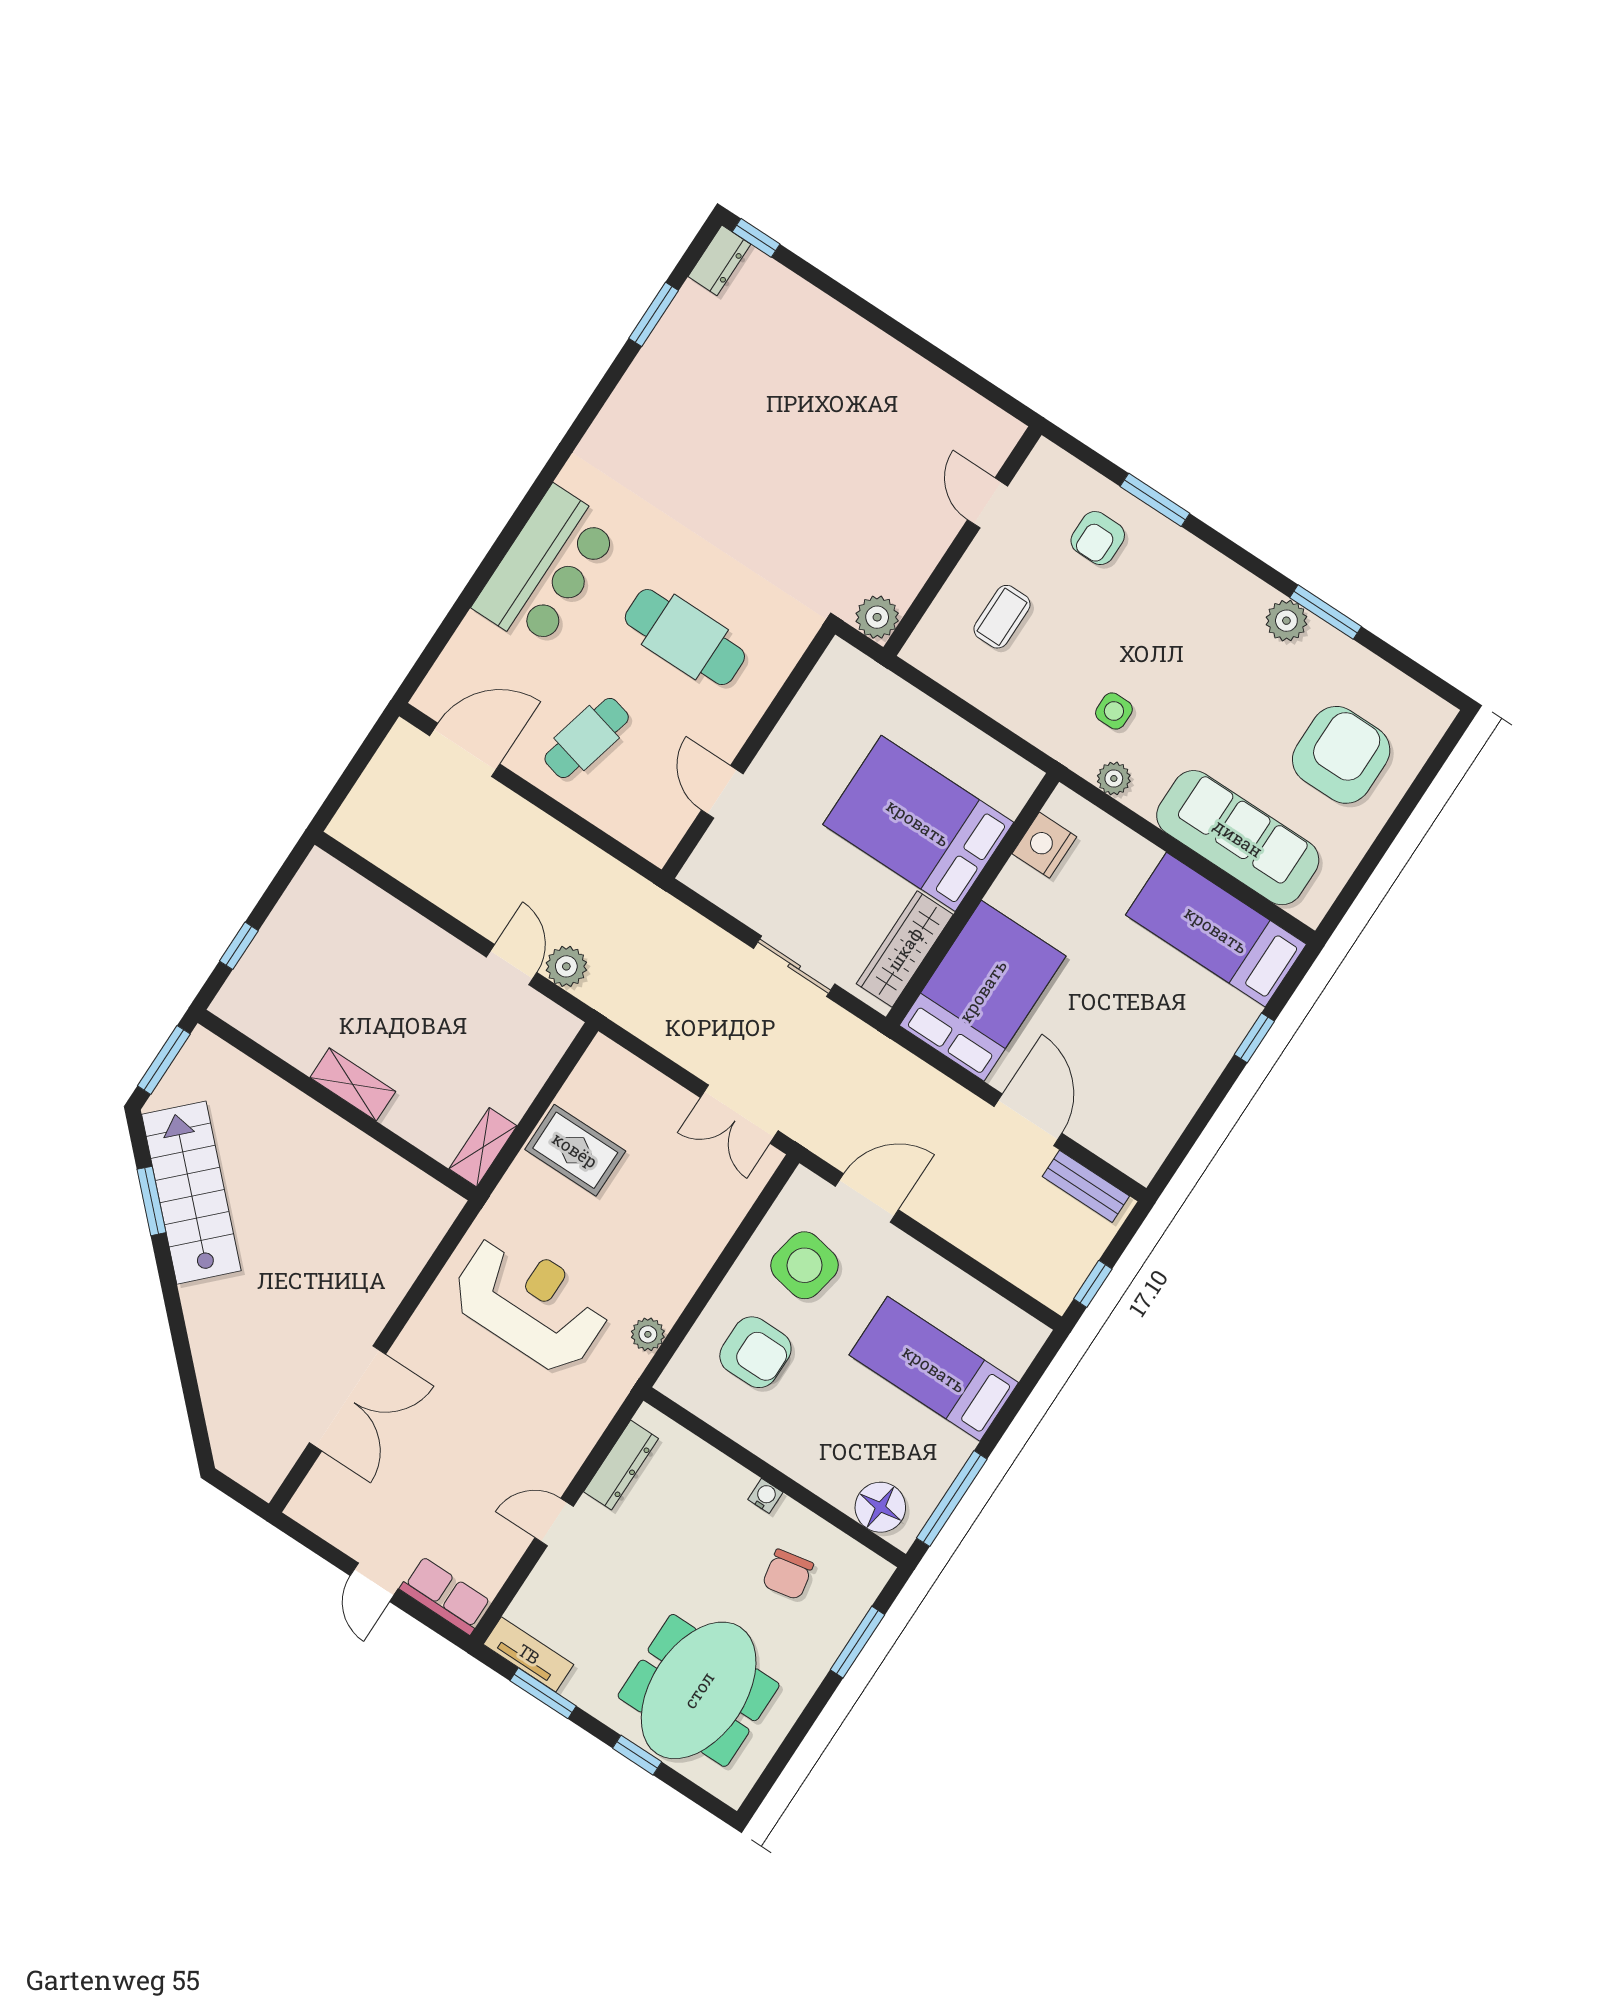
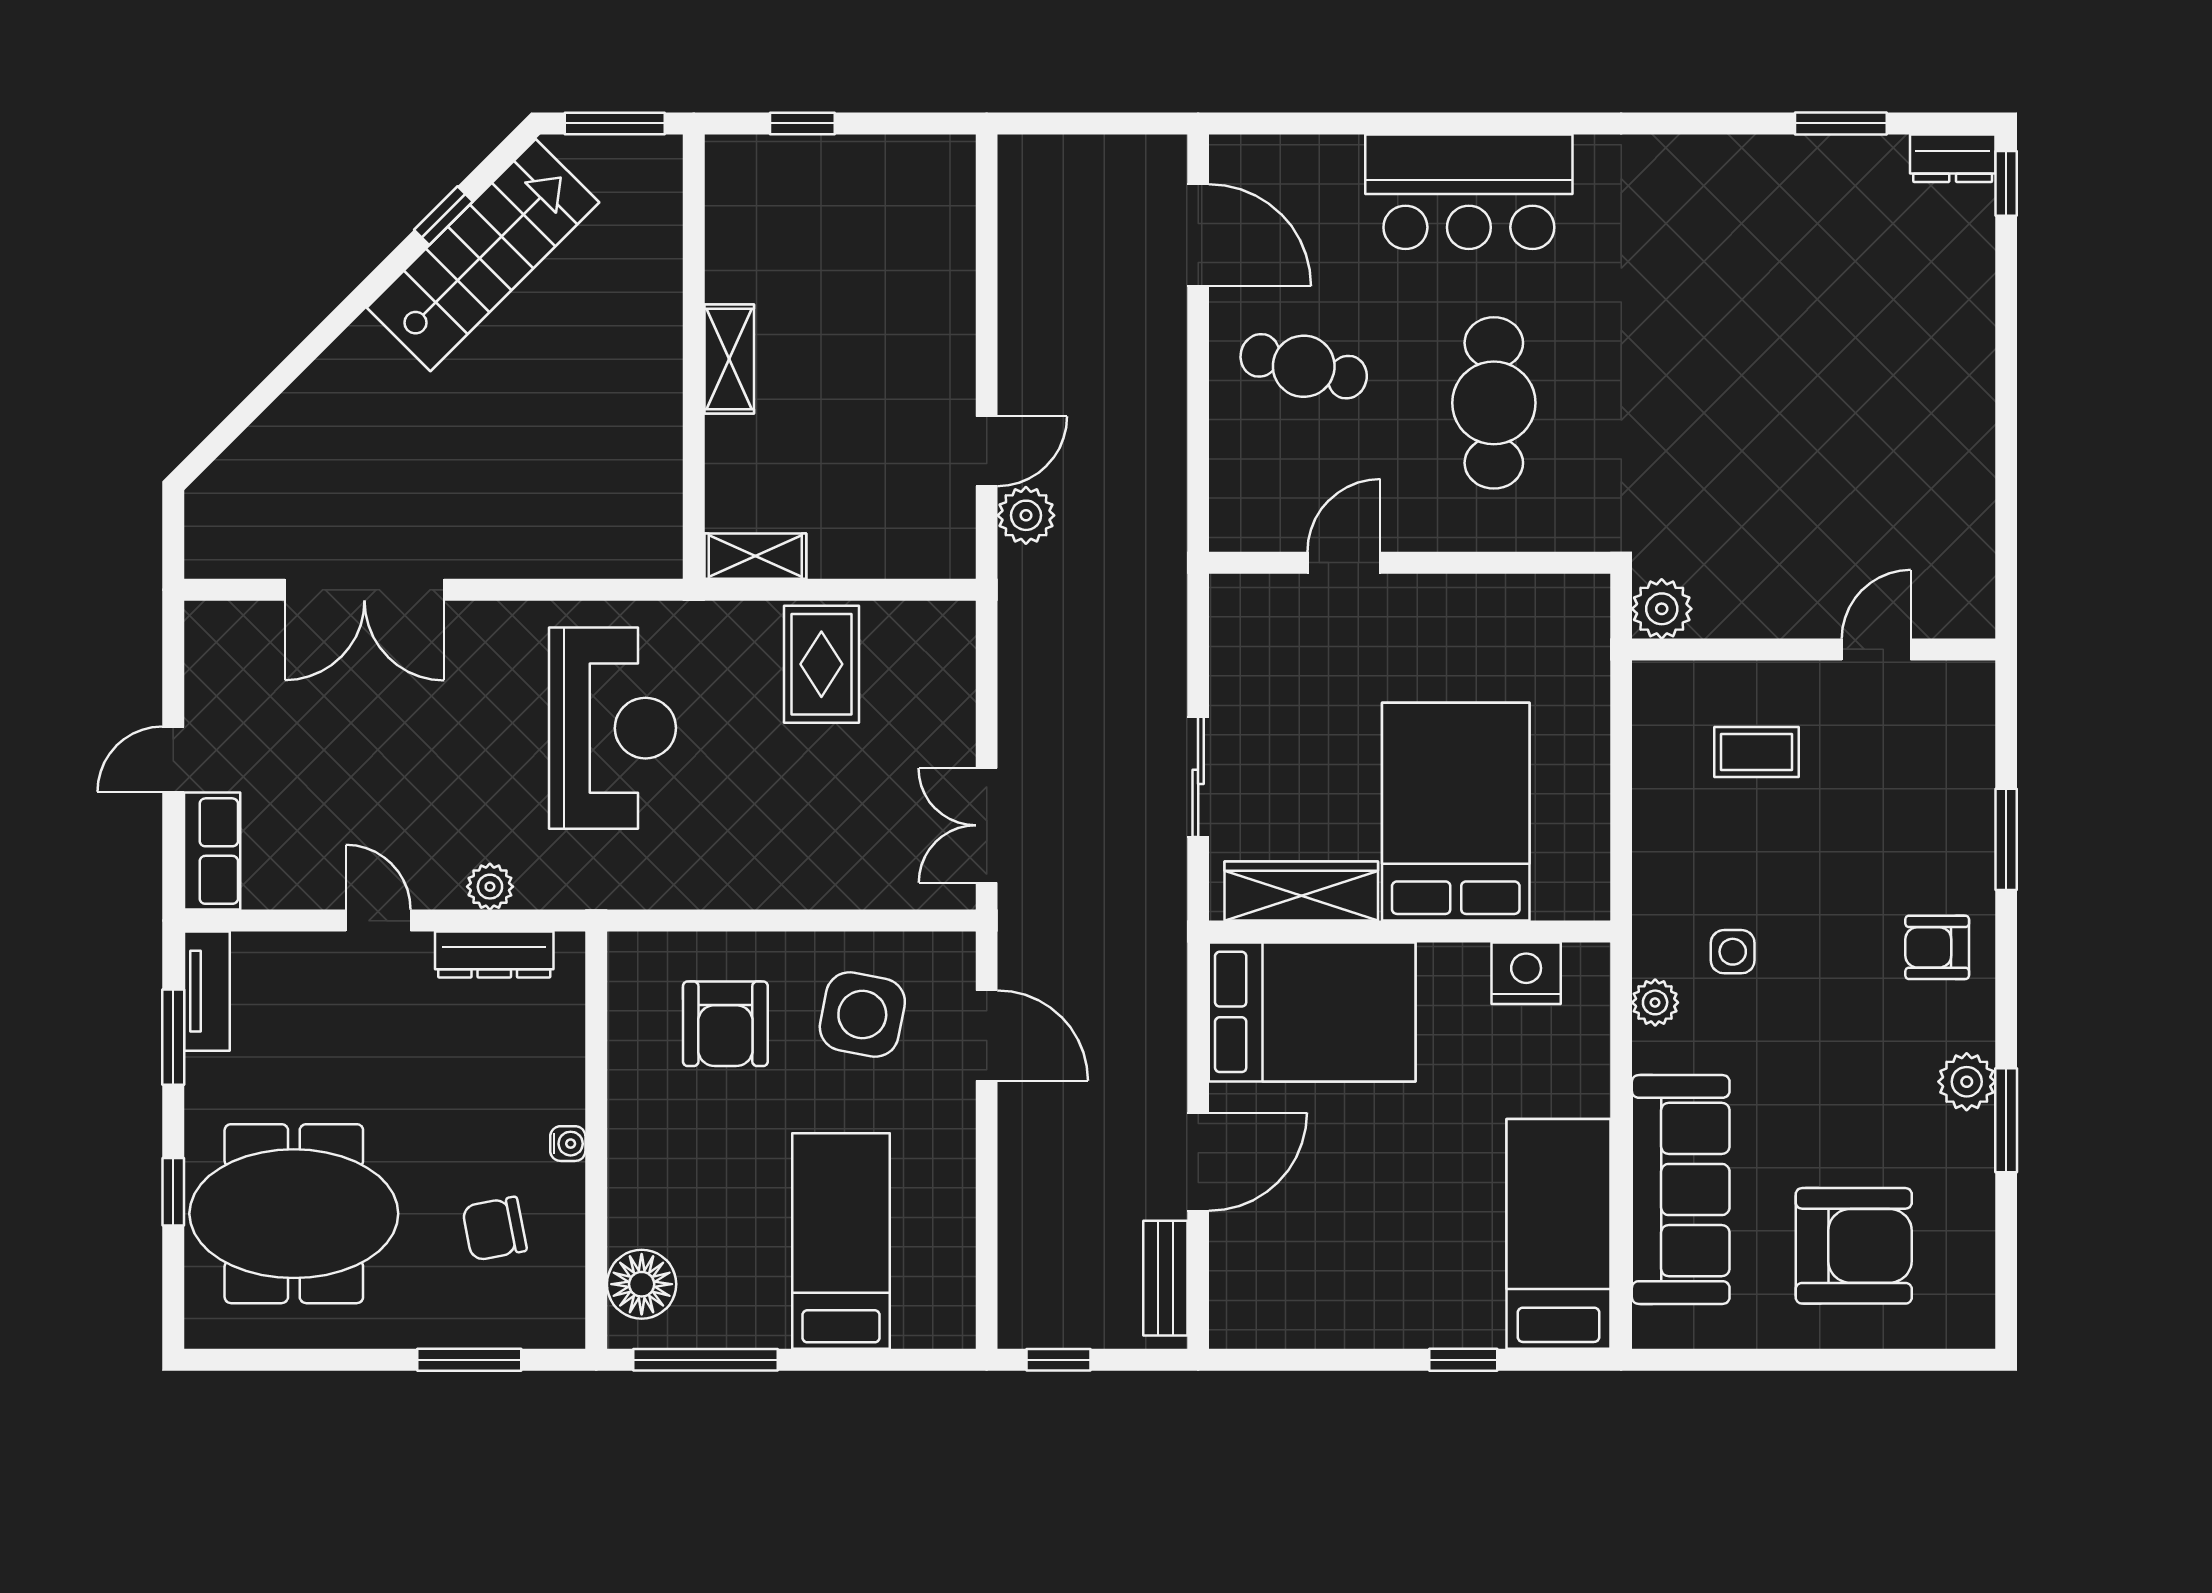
armchair: (1098, 538) -> (1937, 947), moved
window: (152, 1201) -> (443, 216), width x0.67
plant: (648, 1334) -> (490, 887), moved

